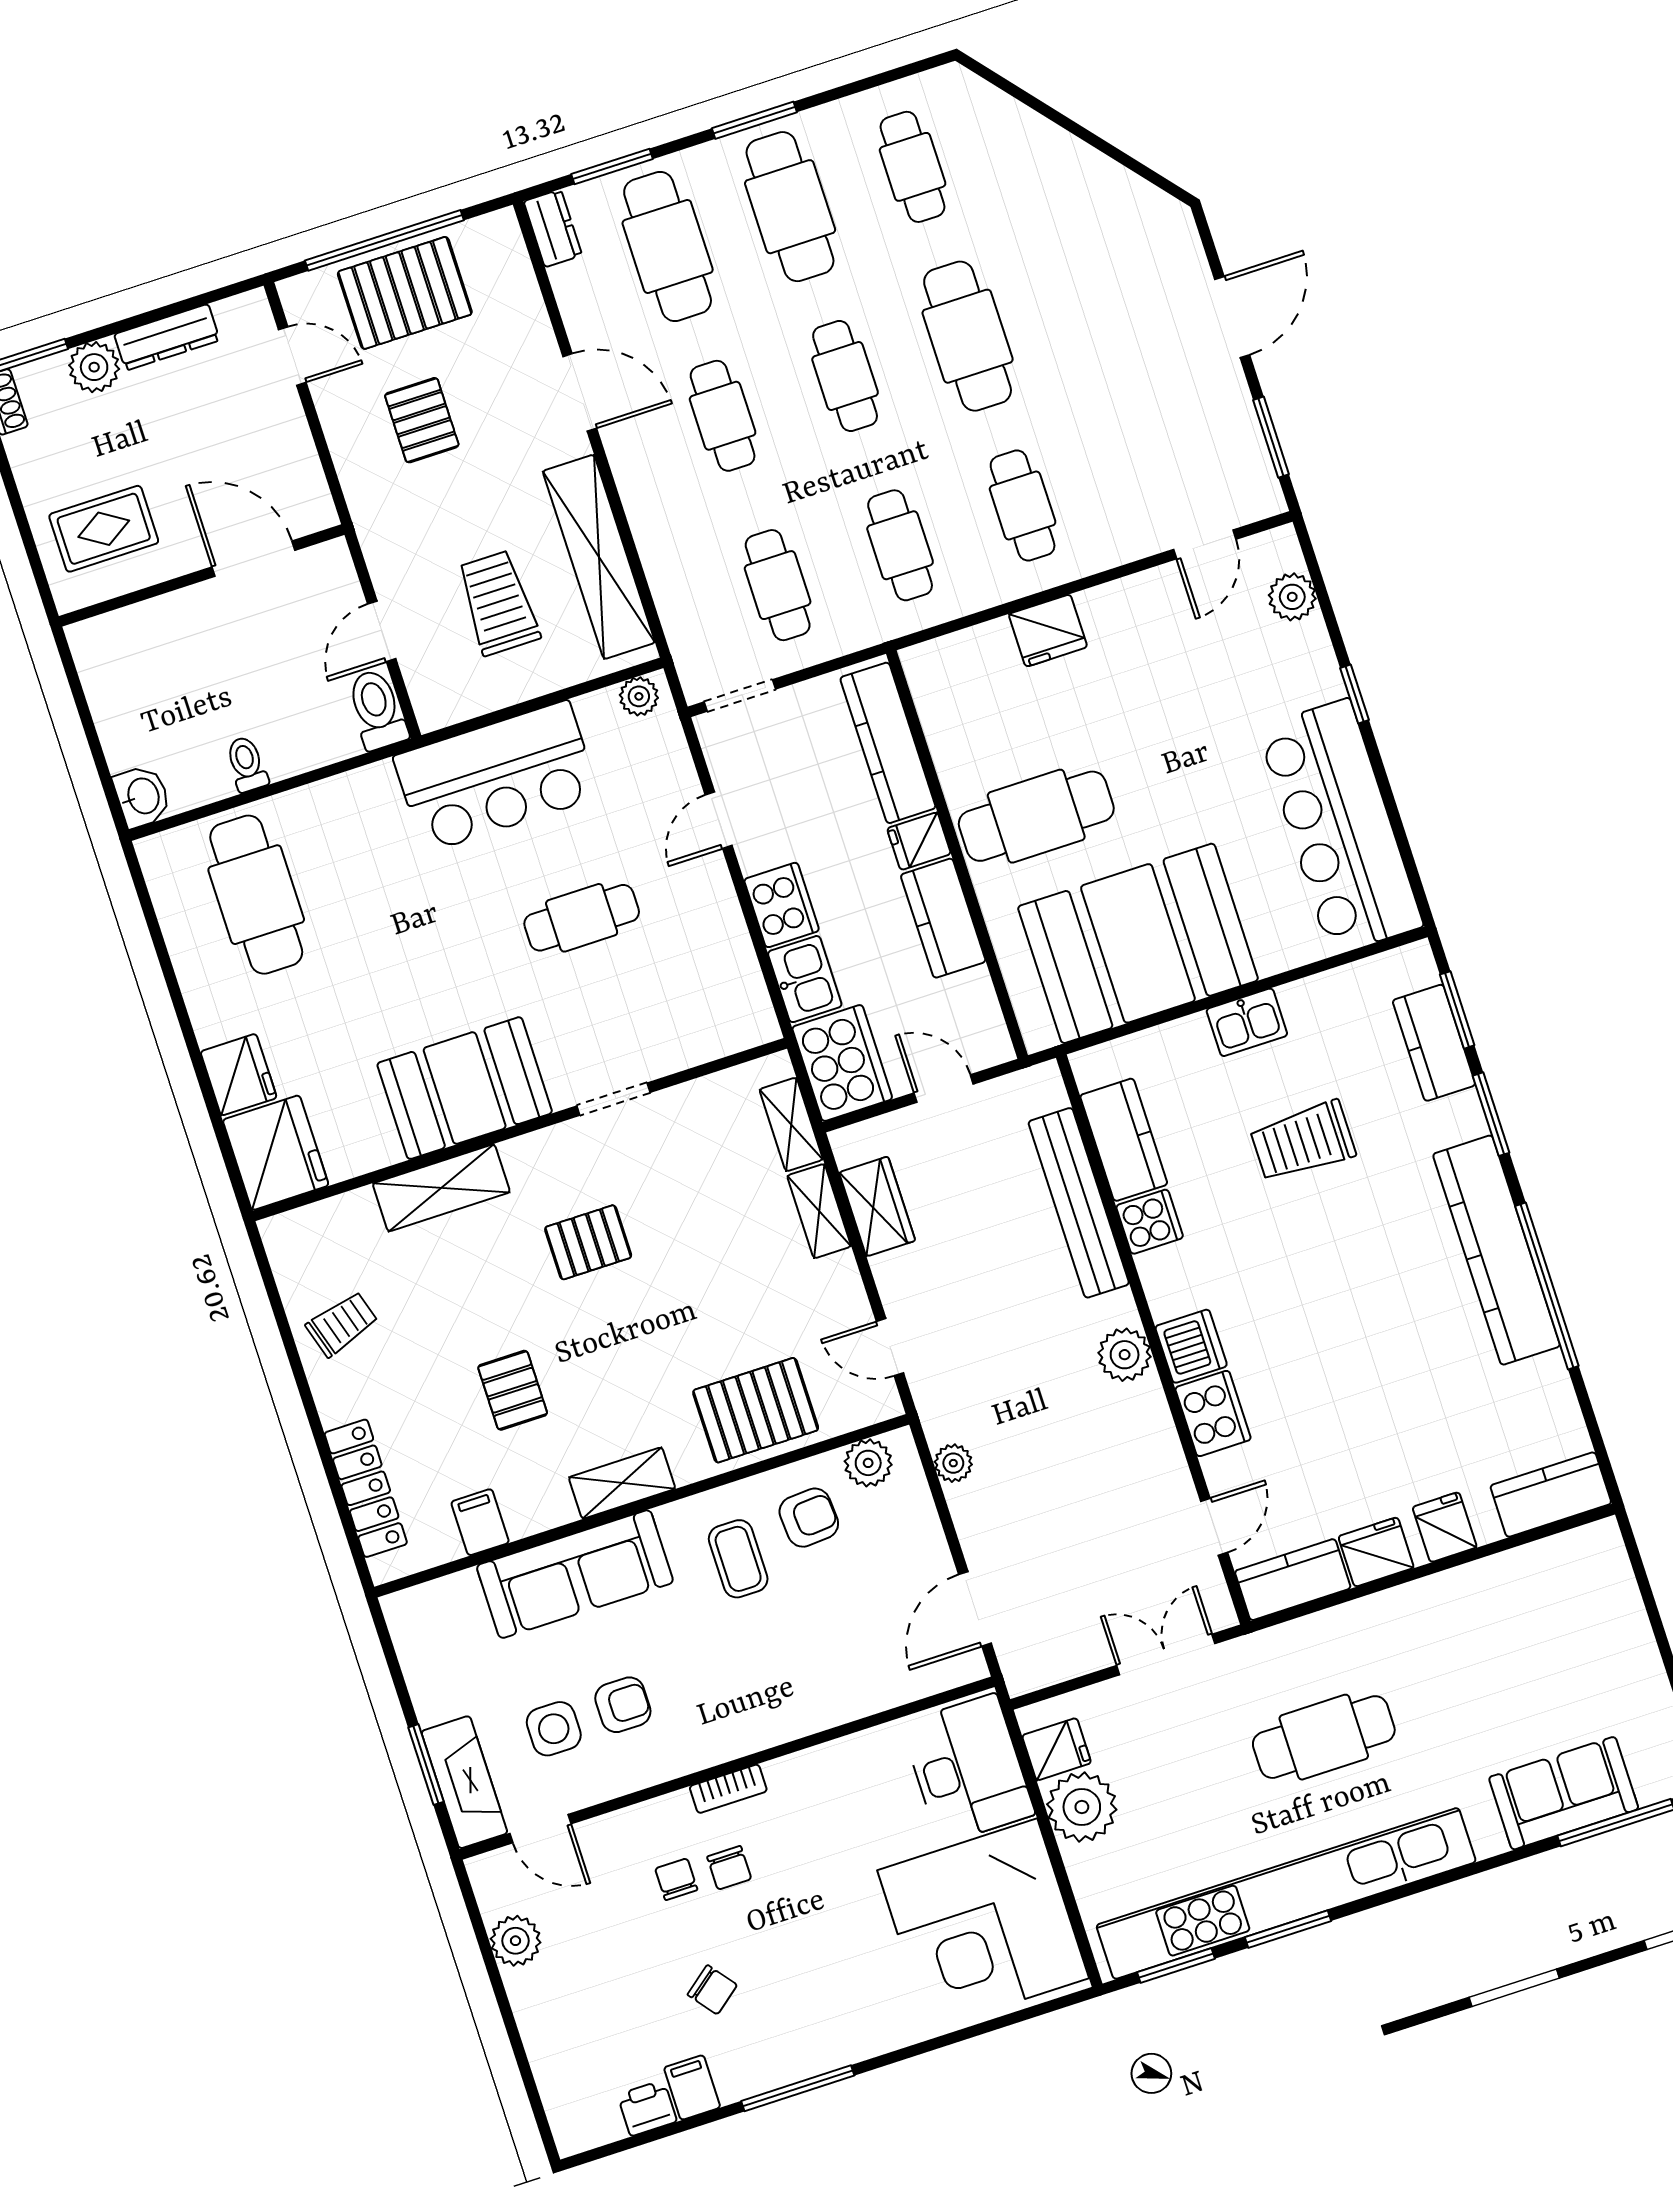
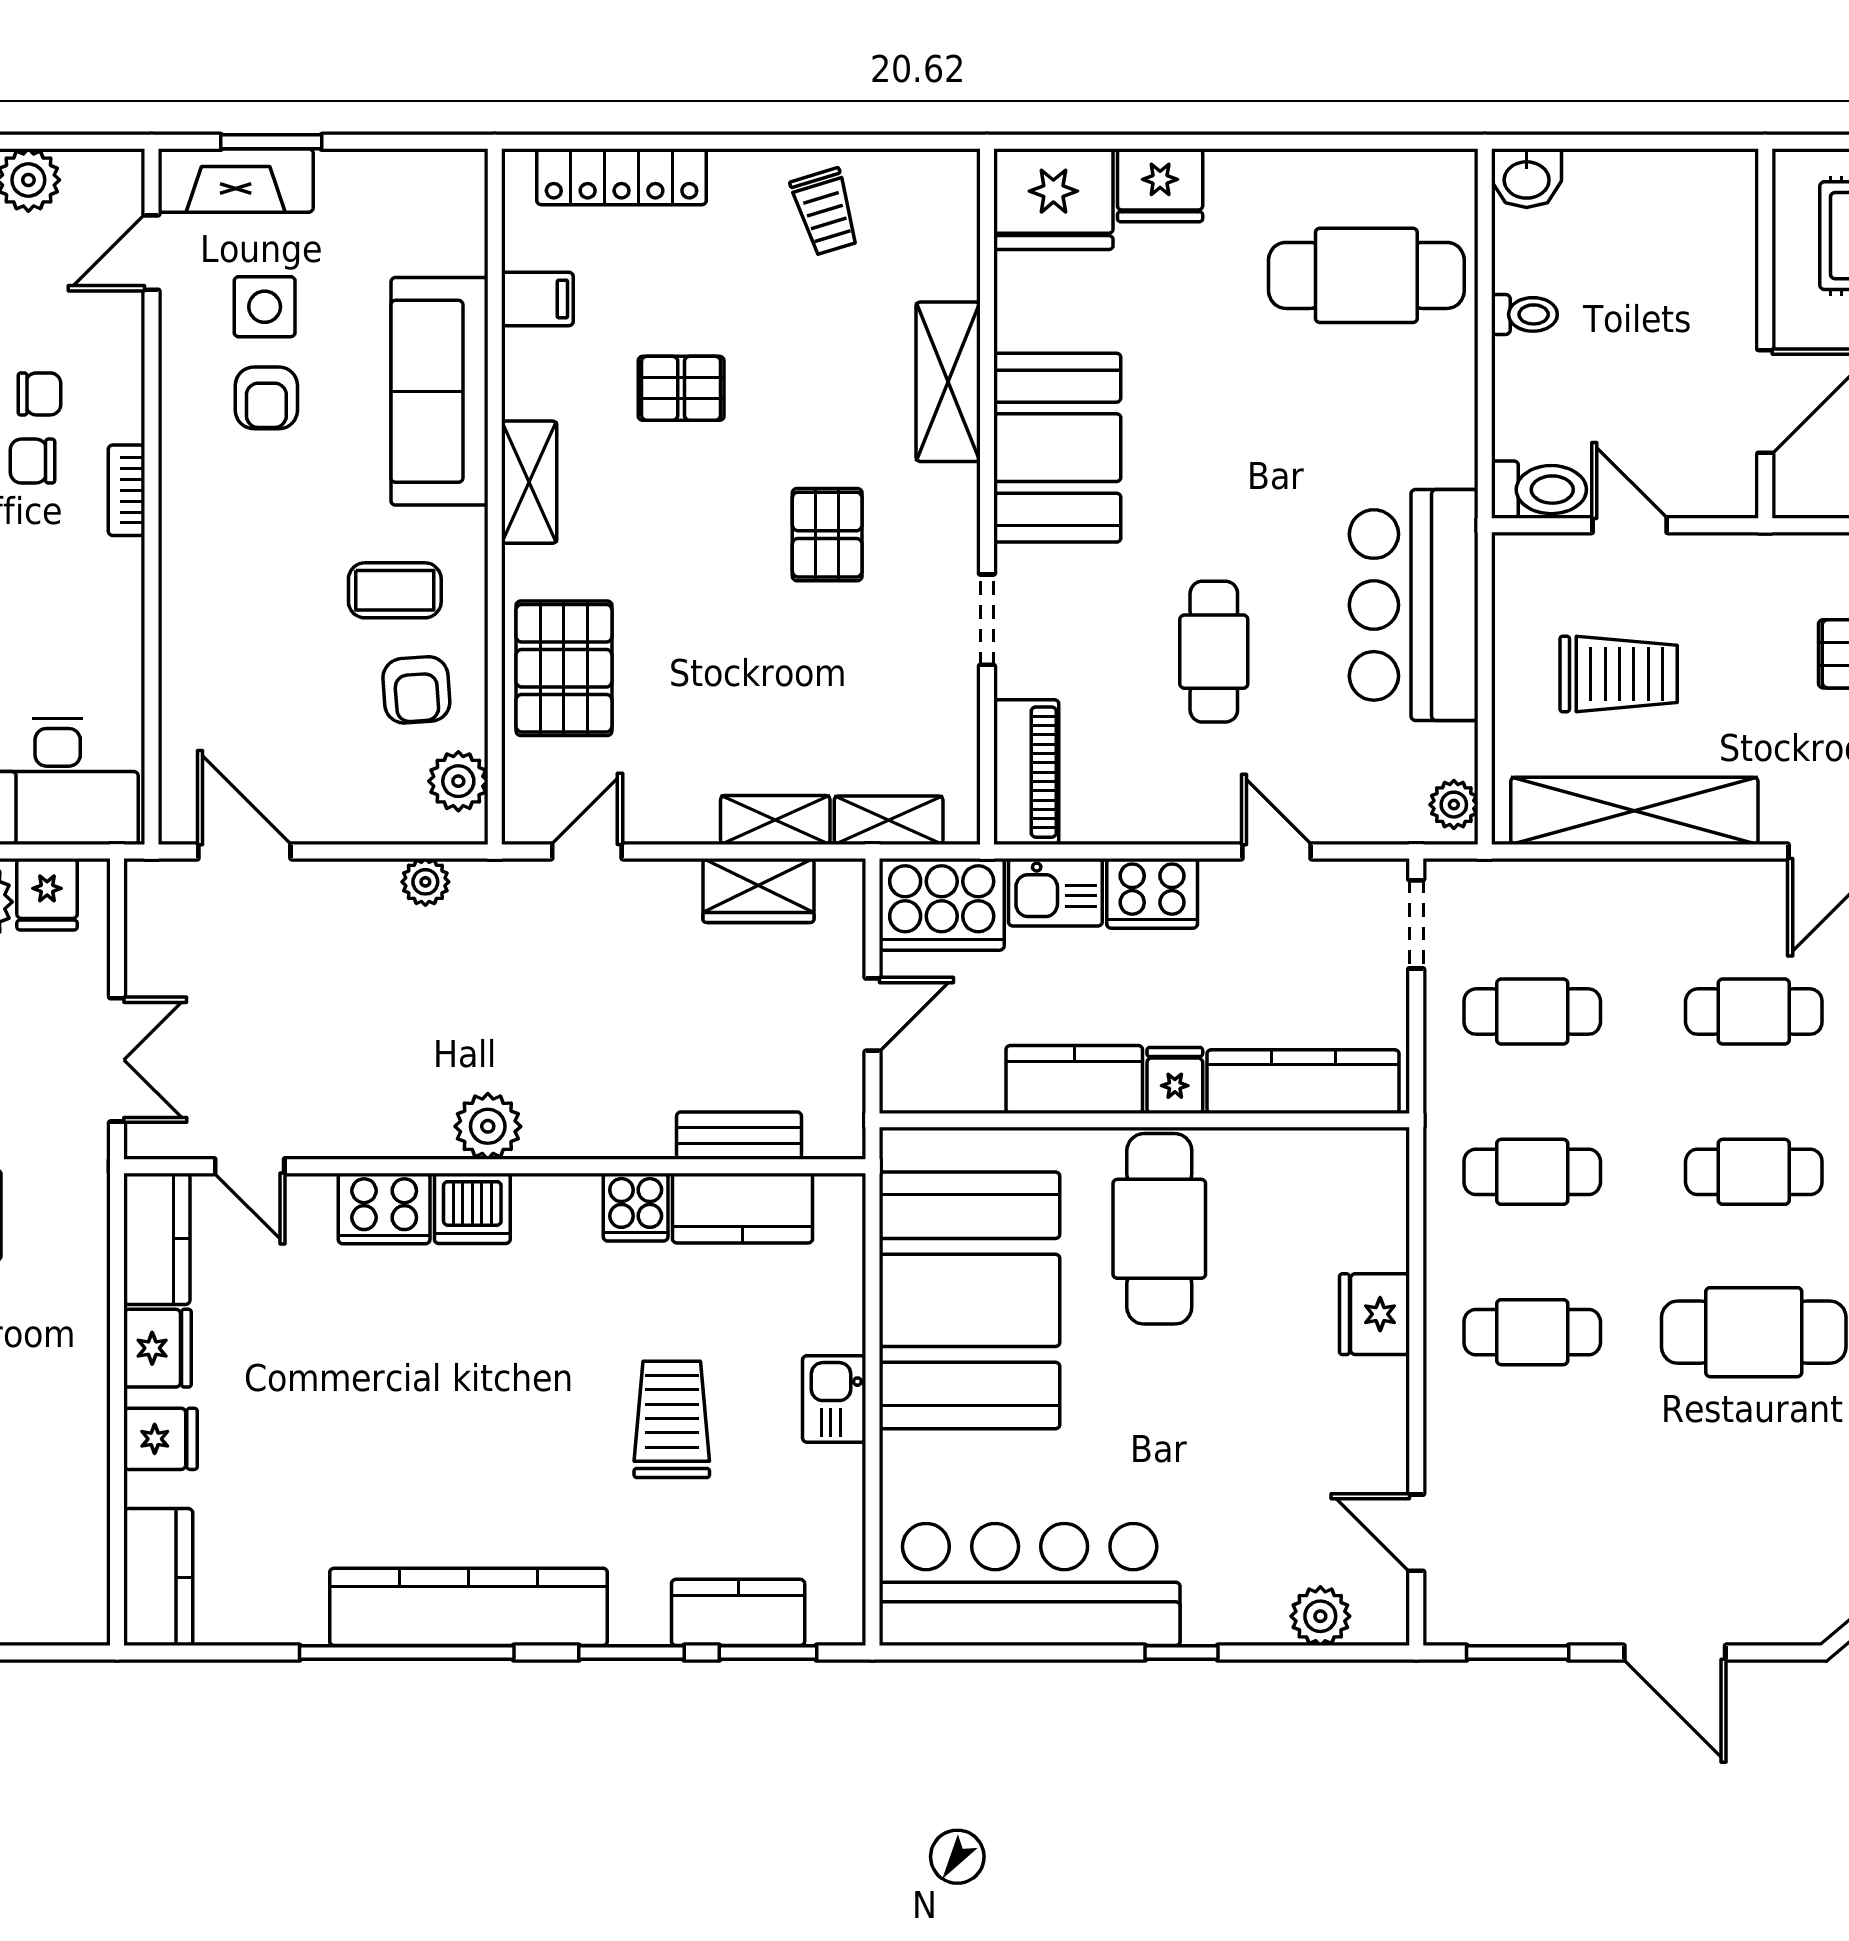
piano: (720, 1031) -> (1026, 772), added
bench: (1079, 1203) -> (739, 1136), width x0.54, depth x0.82

